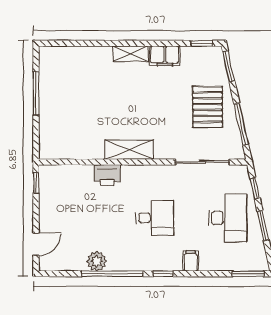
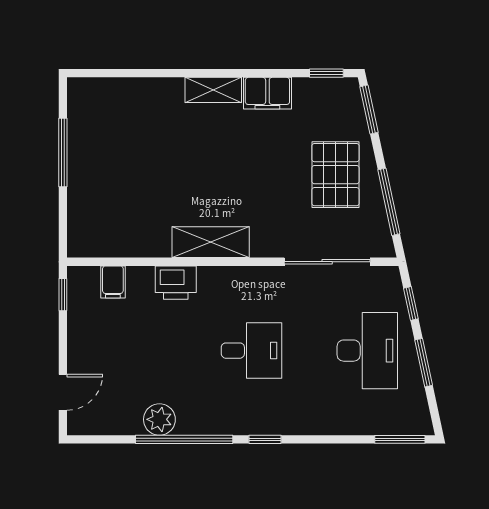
filing cabinet: (191, 261) -> (113, 282), moved, turned 180

